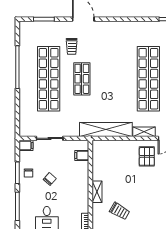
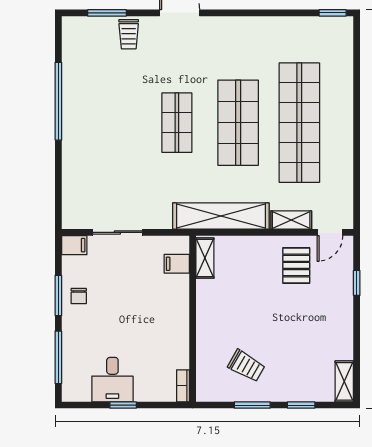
trolley: (72, 46) -> (129, 34), moved
shop shelf: (49, 79) -> (238, 123), moved, width x0.71
chair: (50, 179) -> (118, 307), removed
shelving: (97, 192) -> (205, 258), moved

